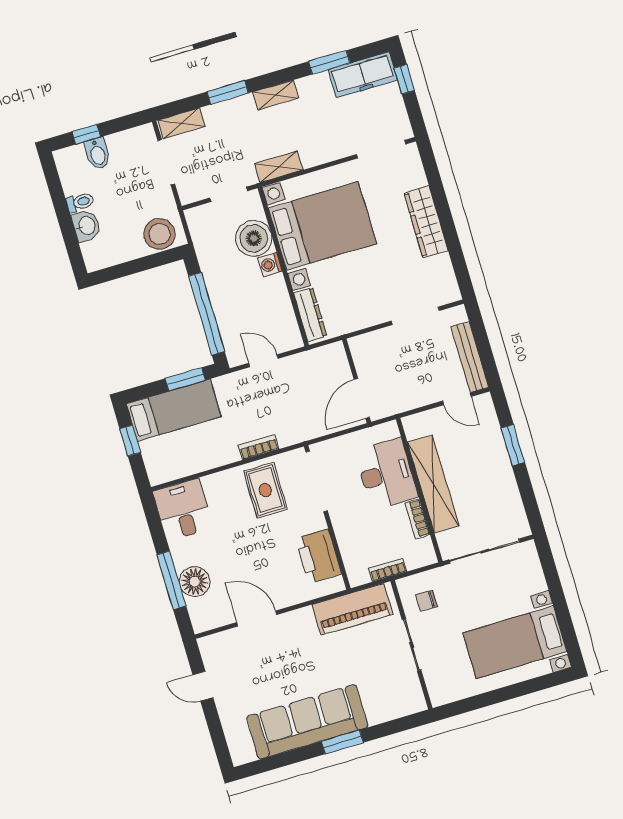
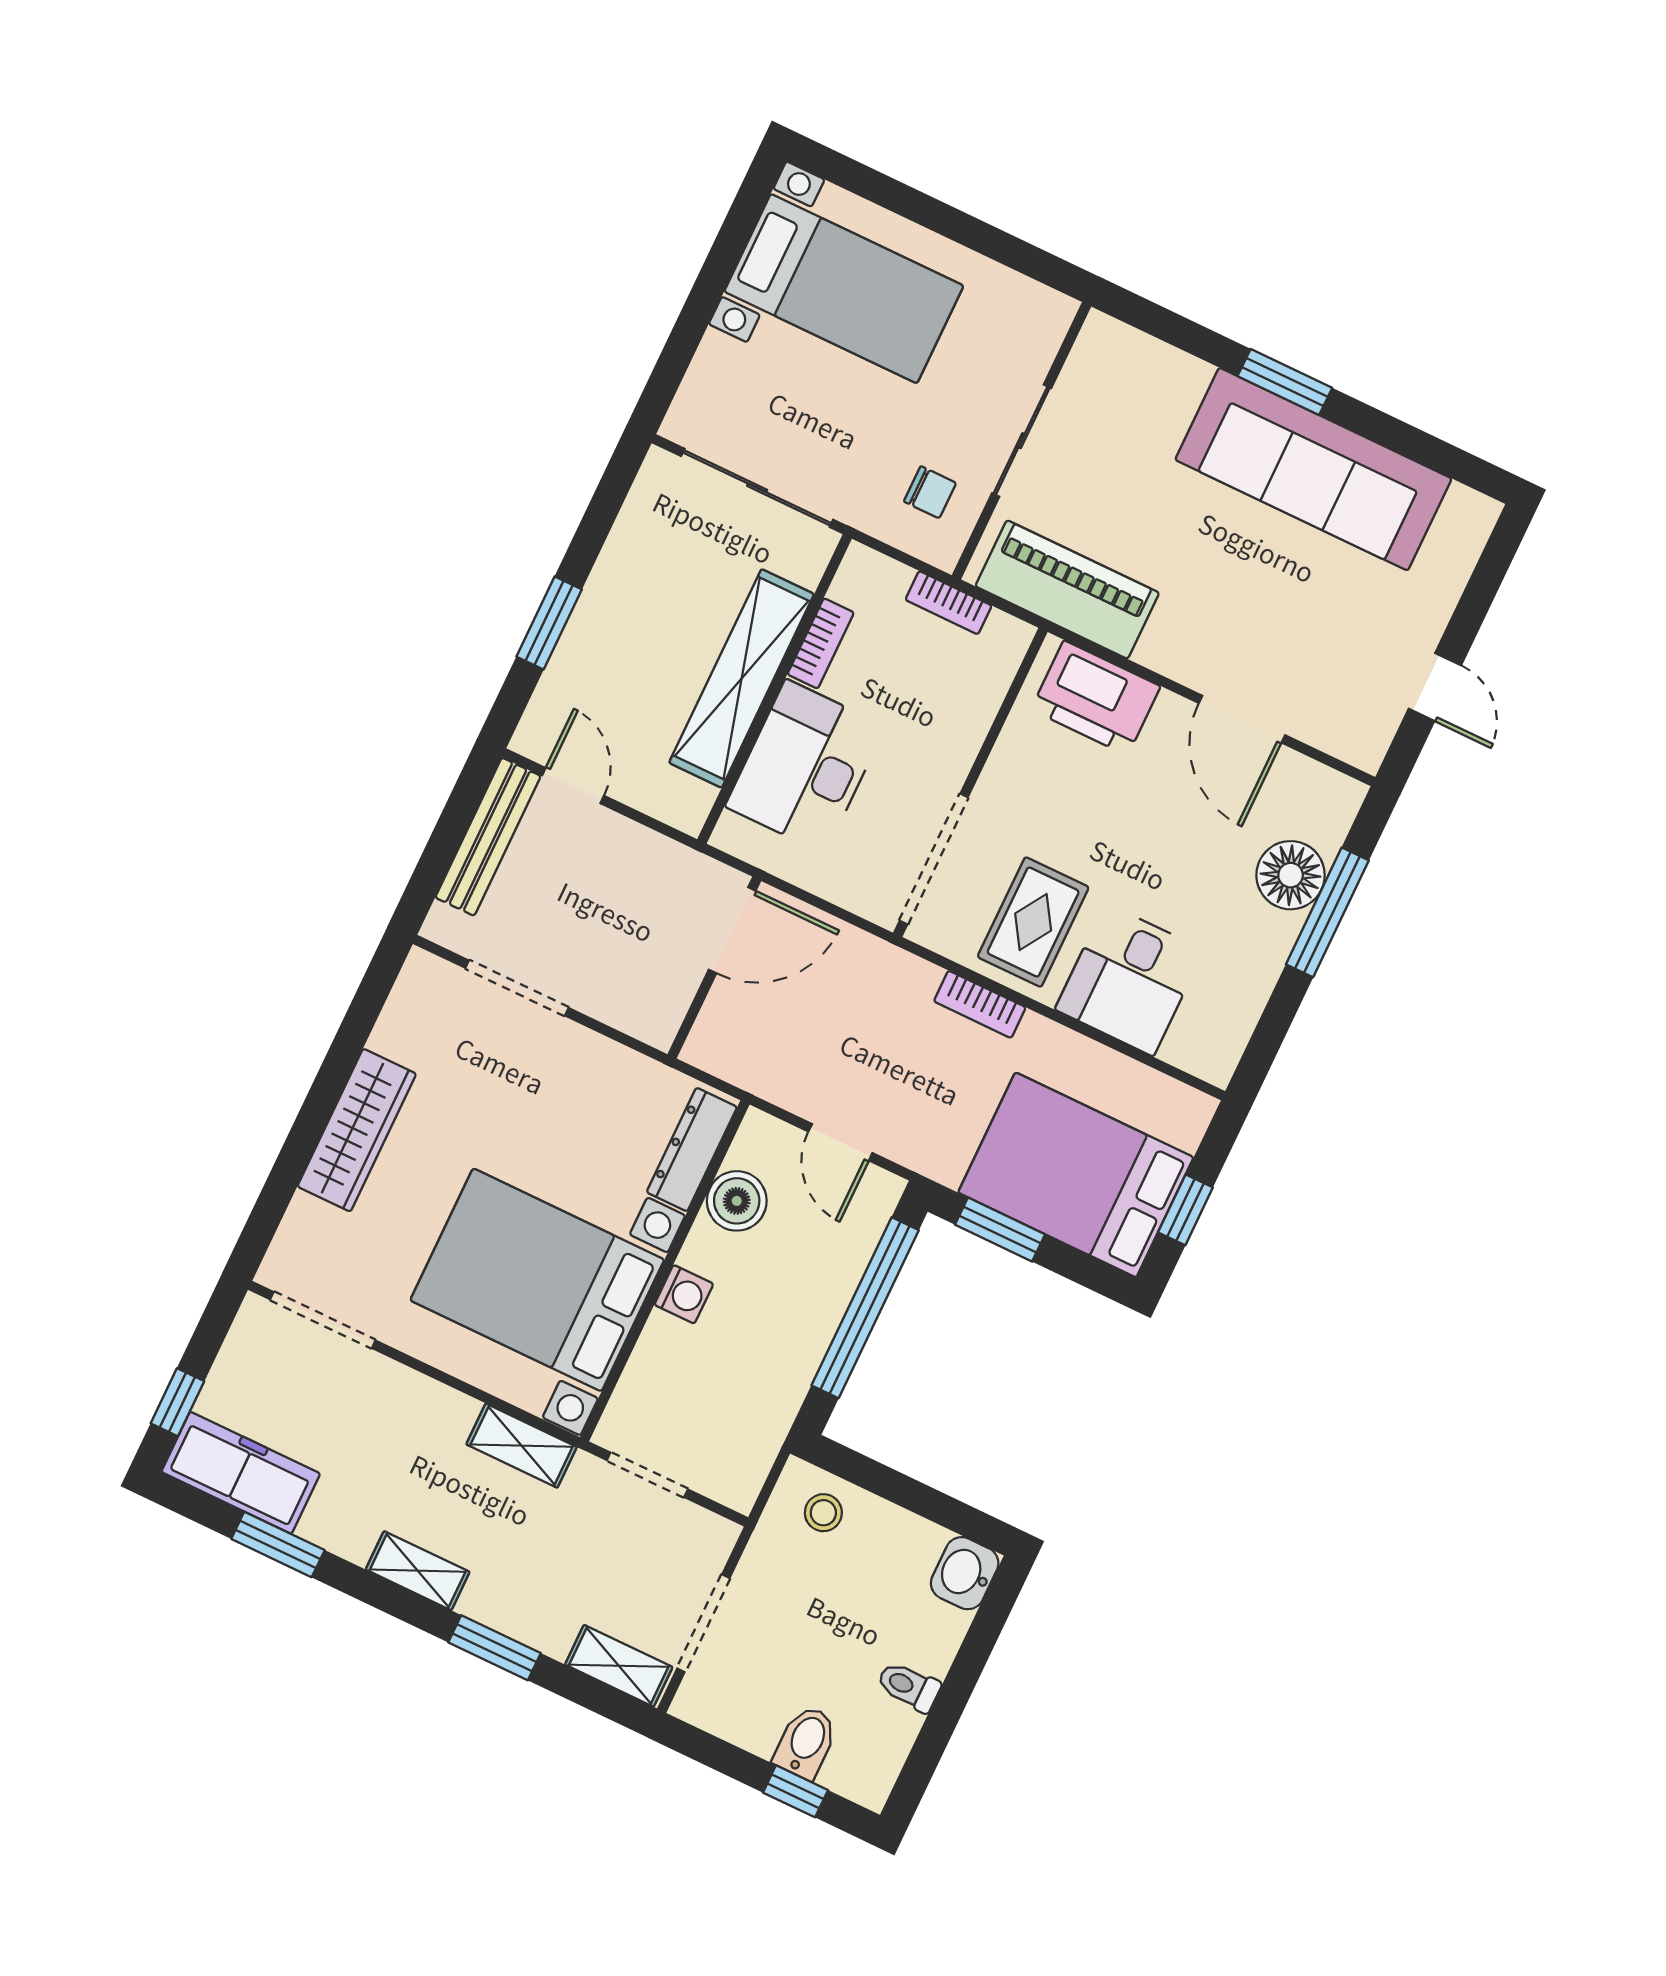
washbasin: (86, 226) -> (965, 1573), moved
stool: (160, 234) -> (823, 1513), width x0.53, depth x0.53
boiler: (254, 238) -> (737, 1201), moved, width x0.73, depth x0.73
bed: (174, 410) -> (1076, 1175), width x1.50
desk: (183, 510) -> (1129, 980), moved
printer: (319, 556) -> (1096, 698), moved, turned 90

